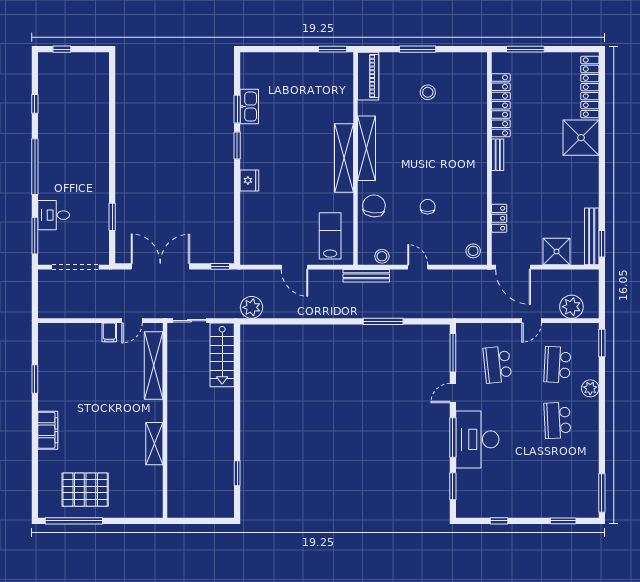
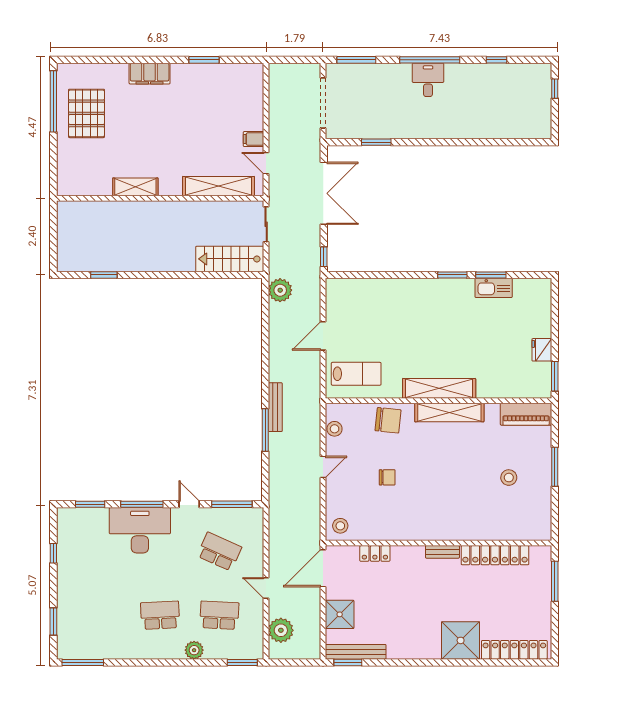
fridge: (249, 180) -> (542, 350), moved, turned 90
desk: (54, 215) -> (428, 80), moved
bench: (366, 276) -> (275, 407), moved
school desk: (497, 365) -> (219, 552), turned 30

